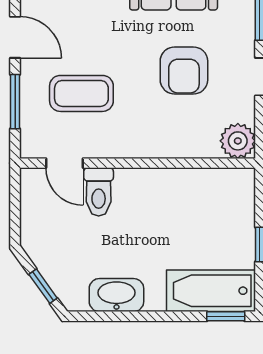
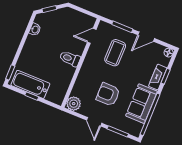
toilet: (99, 192) -> (70, 59), moved
bathtub: (211, 291) -> (30, 84), moved, turned -90
washbasin: (116, 295) -> (35, 29), width x0.52, depth x0.69

